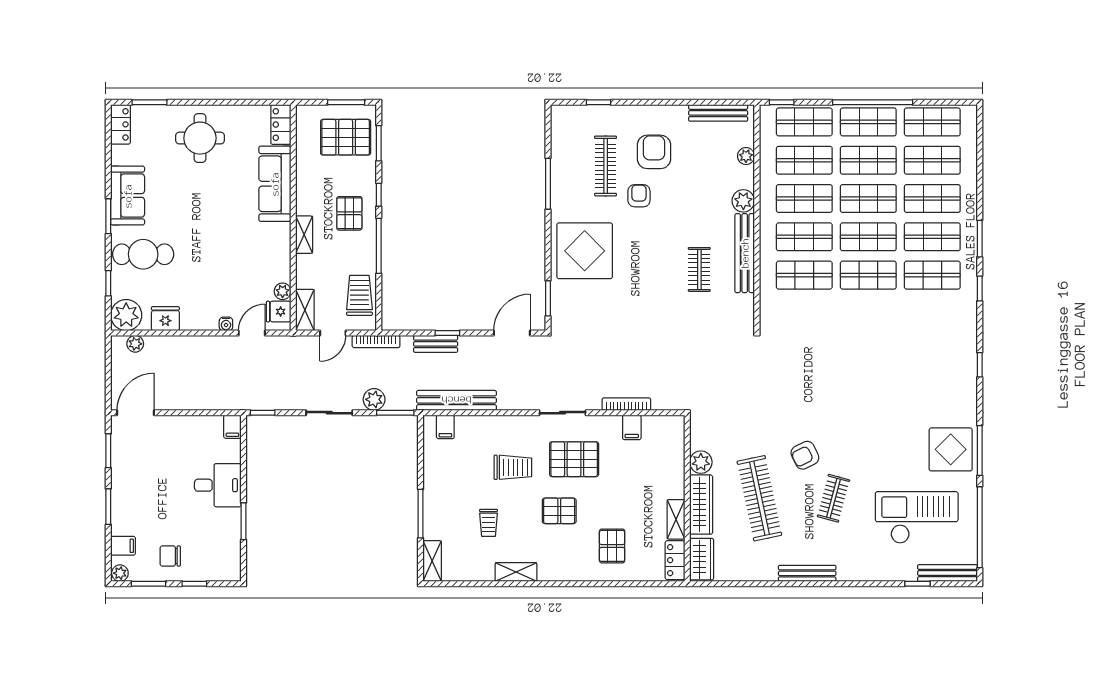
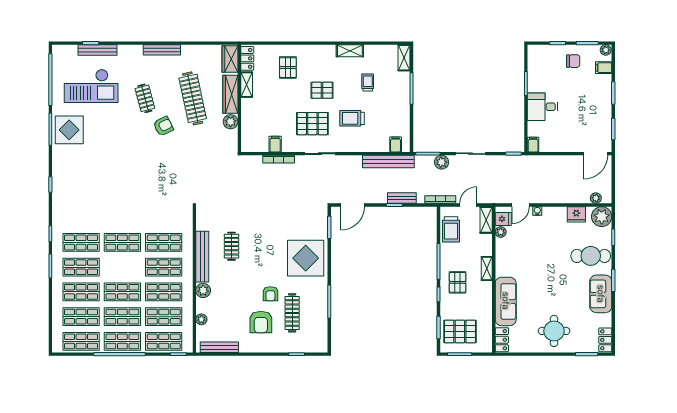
shop shelf: (868, 237) -> (122, 267), removed
clothes rail: (833, 498) -> (145, 98), turned -30
bench: (947, 573) -> (98, 50), moved

